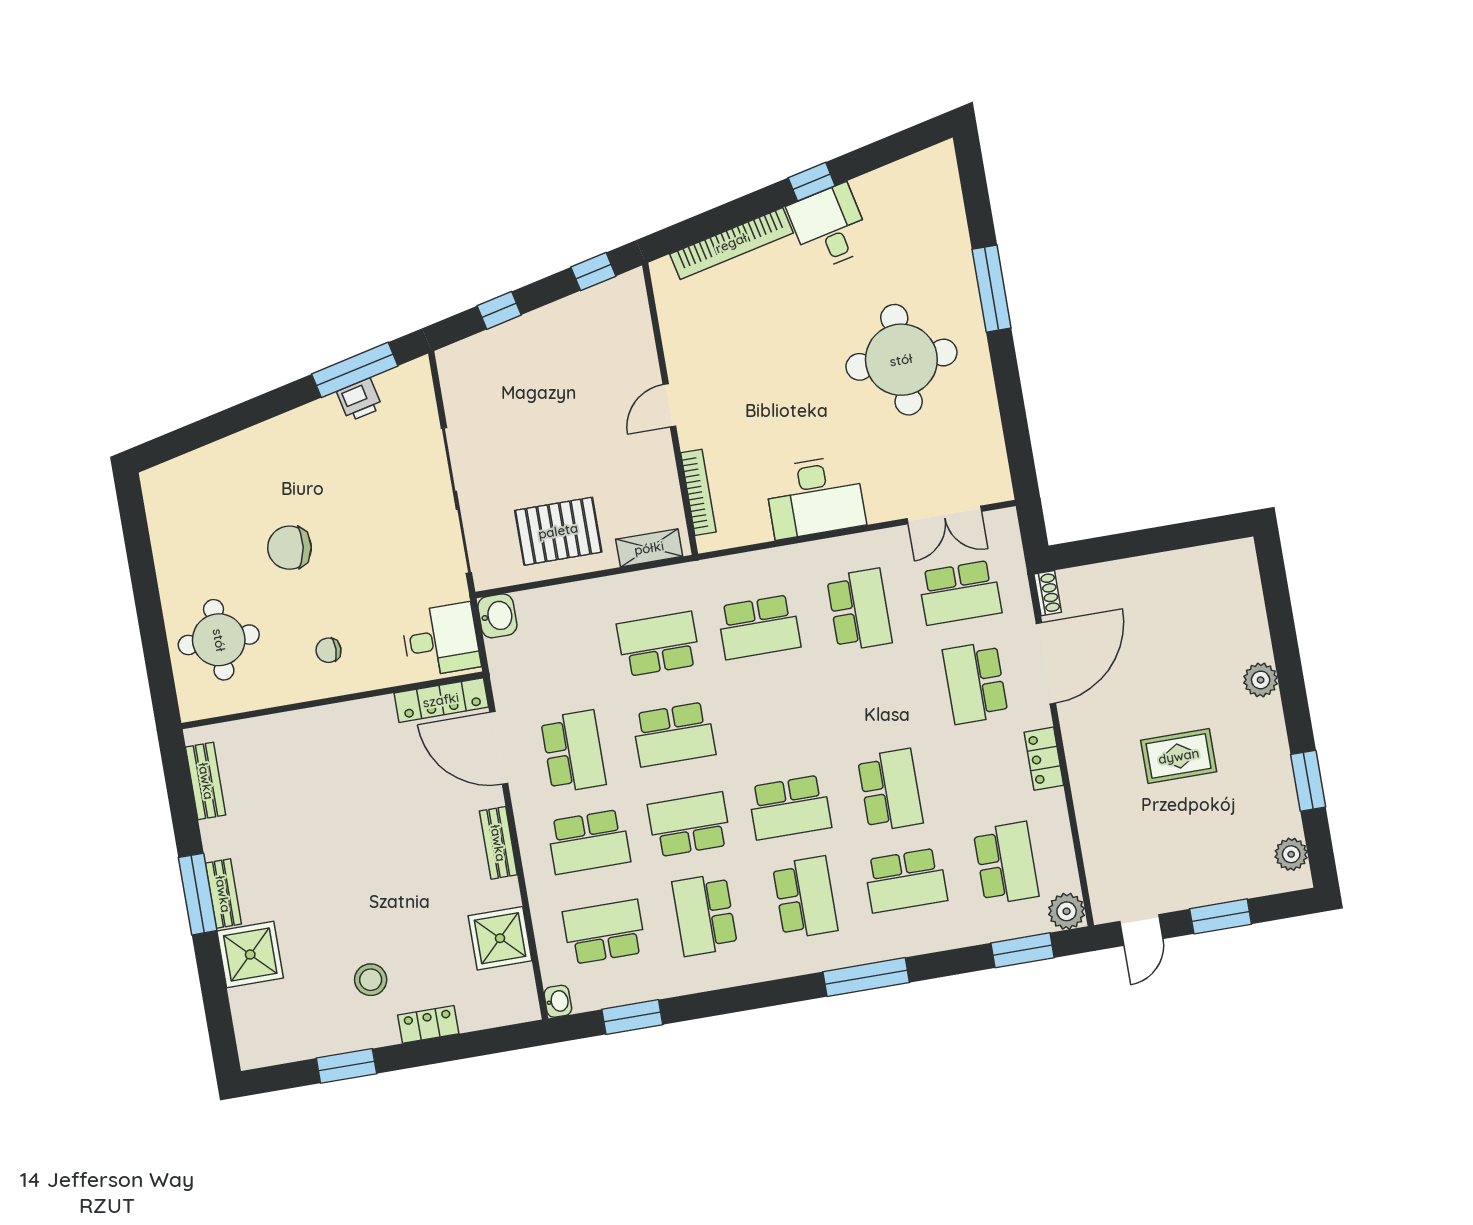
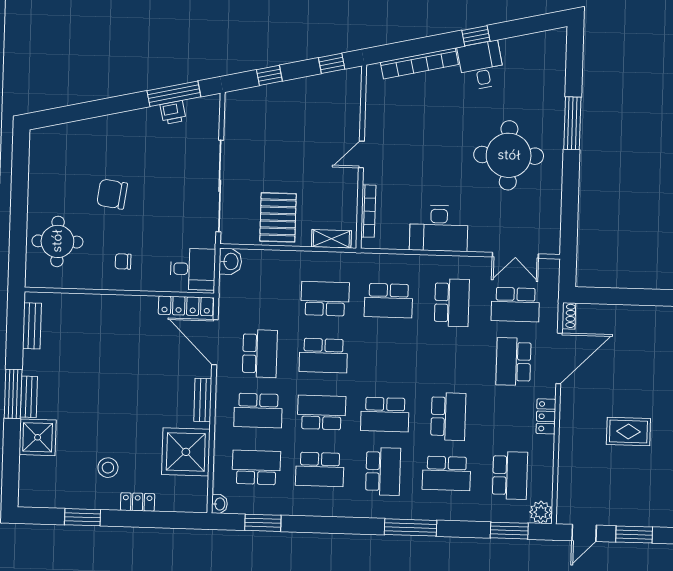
pallet: (558, 531) -> (278, 217), turned 90
school desk: (705, 915) -> (320, 469), turned -90
shower: (500, 938) -> (186, 452), width x1.37, depth x1.37

